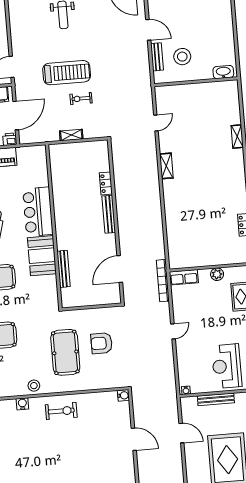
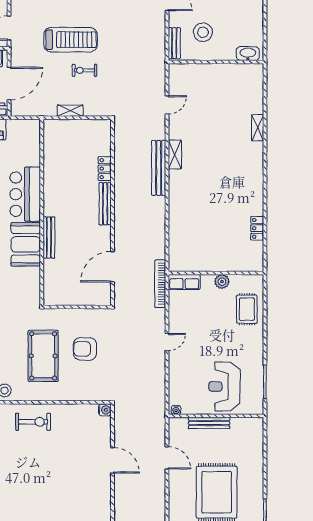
bench: (157, 57) -> (174, 43), moved
bench: (153, 179) -> (159, 168), added
bench: (64, 269) -> (49, 237), moved

